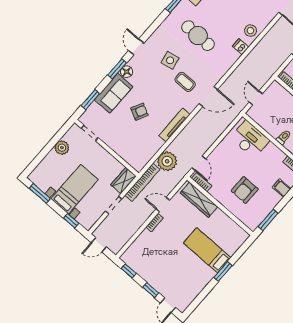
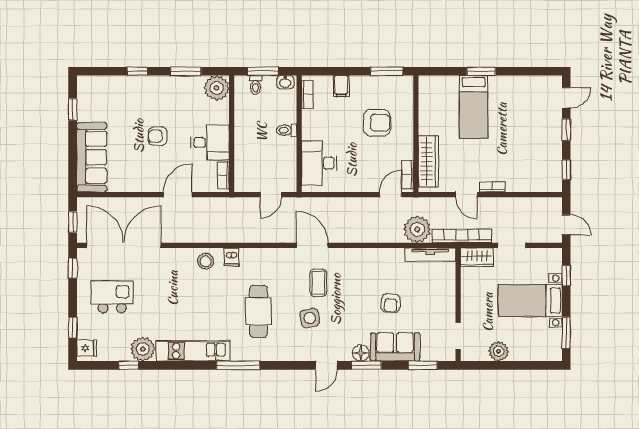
armchair: (139, 112) -> (391, 303), turned -113
tv unit: (174, 125) -> (430, 255), moved

